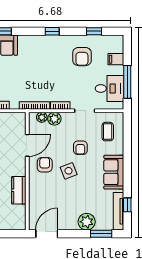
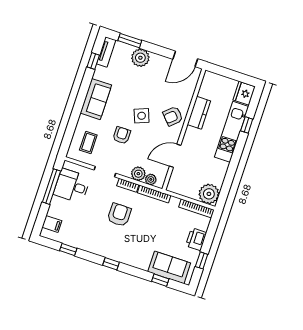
armchair: (82, 57) -> (119, 215), moved
filing cabinet: (116, 59) -> (52, 224), moved
armchair: (45, 165) -> (173, 116), moved, turned 48
tv unit: (119, 211) -> (106, 52), width x0.71

